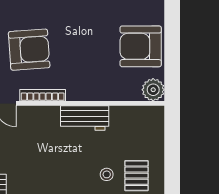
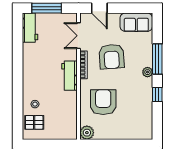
armchair: (141, 46) -> (103, 102), moved
workbench: (85, 118) -> (70, 76), moved

